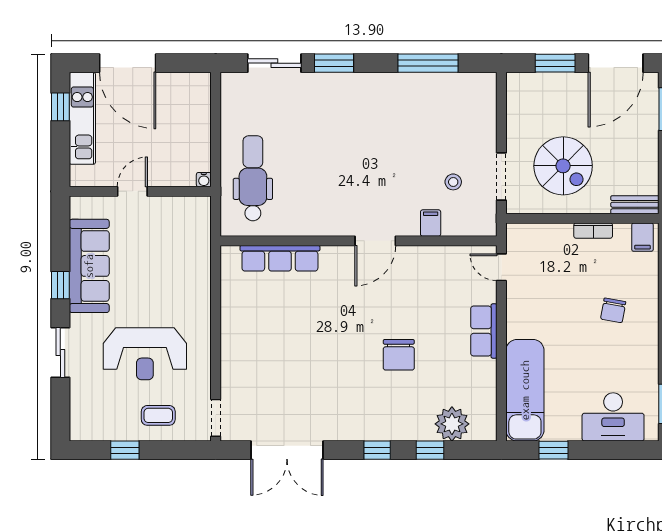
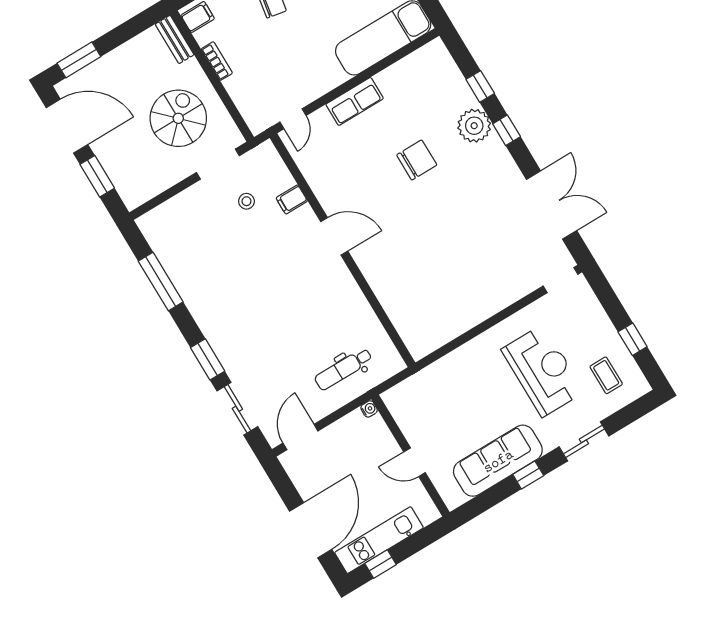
door: (216, 104) -> (300, 437), added
dental chair: (253, 178) -> (343, 369), width x0.73, depth x0.72
row of seats: (280, 258) -> (396, 307), removed
coffee table: (158, 415) -> (606, 375), moved
plant: (452, 424) -> (474, 126), moved

